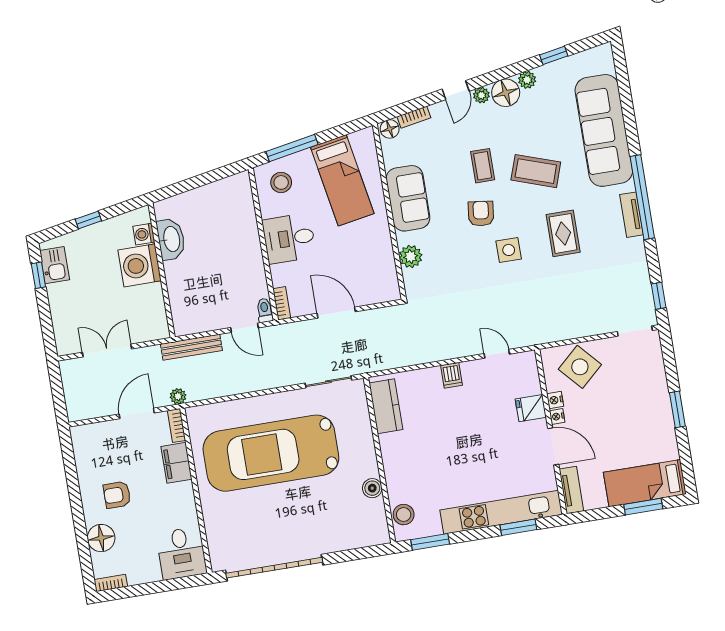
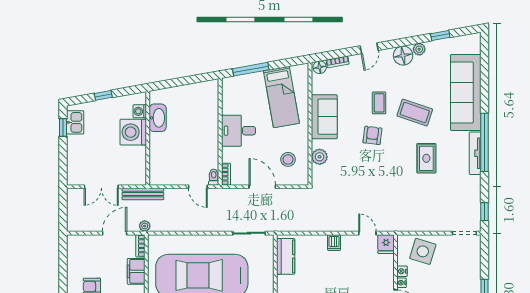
plant: (481, 95) -> (386, 55), removed
stool: (281, 182) -> (288, 159), moved
tv unit: (631, 215) -> (475, 153), width x1.41
side table: (509, 250) -> (387, 163), removed
bench: (191, 347) -> (143, 194), moved
double door: (107, 351) -> (101, 187), swing flipped
side table: (580, 367) -> (423, 251), turned -31
fridge: (531, 408) -> (386, 244), moved, turned -90

